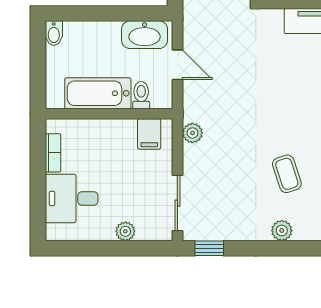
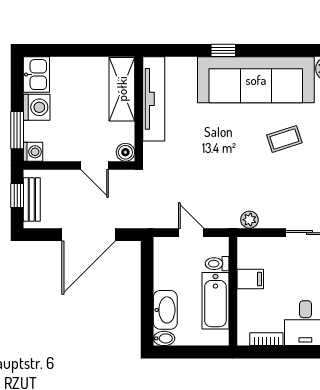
washbasin: (145, 35) -> (165, 310), moved
door: (177, 65) -> (191, 233), hinge flipped
filing cabinet: (149, 134) -> (250, 279), moved

